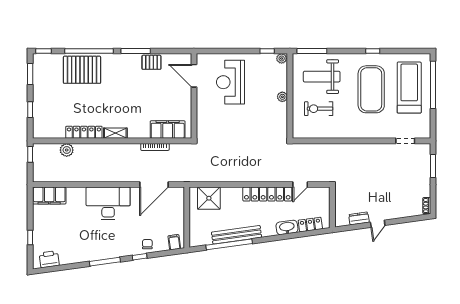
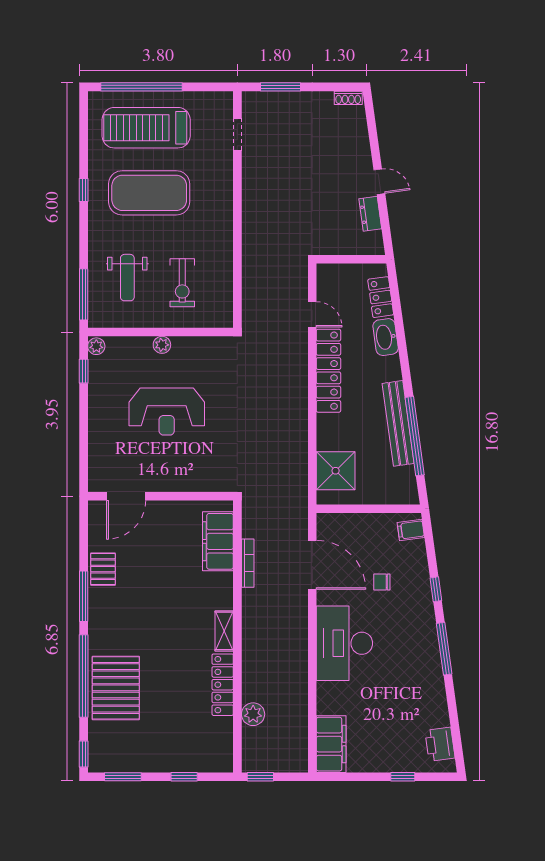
weight bench: (322, 77) -> (127, 278), width x0.73, depth x0.75
reception desk: (230, 82) -> (167, 412), moved
chair: (147, 244) -> (382, 582), moved

